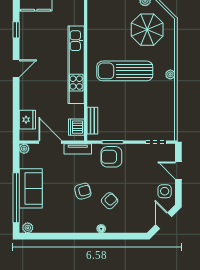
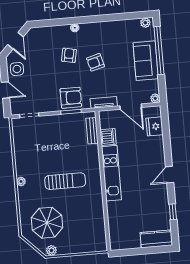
kitchen unit: (76, 65) -> (111, 173), width x0.73
sun lounger: (125, 71) -> (65, 181), width x0.73, depth x0.75
dishwasher: (76, 127) -> (108, 137), moved
armchair: (110, 201) -> (69, 55), turned 146

